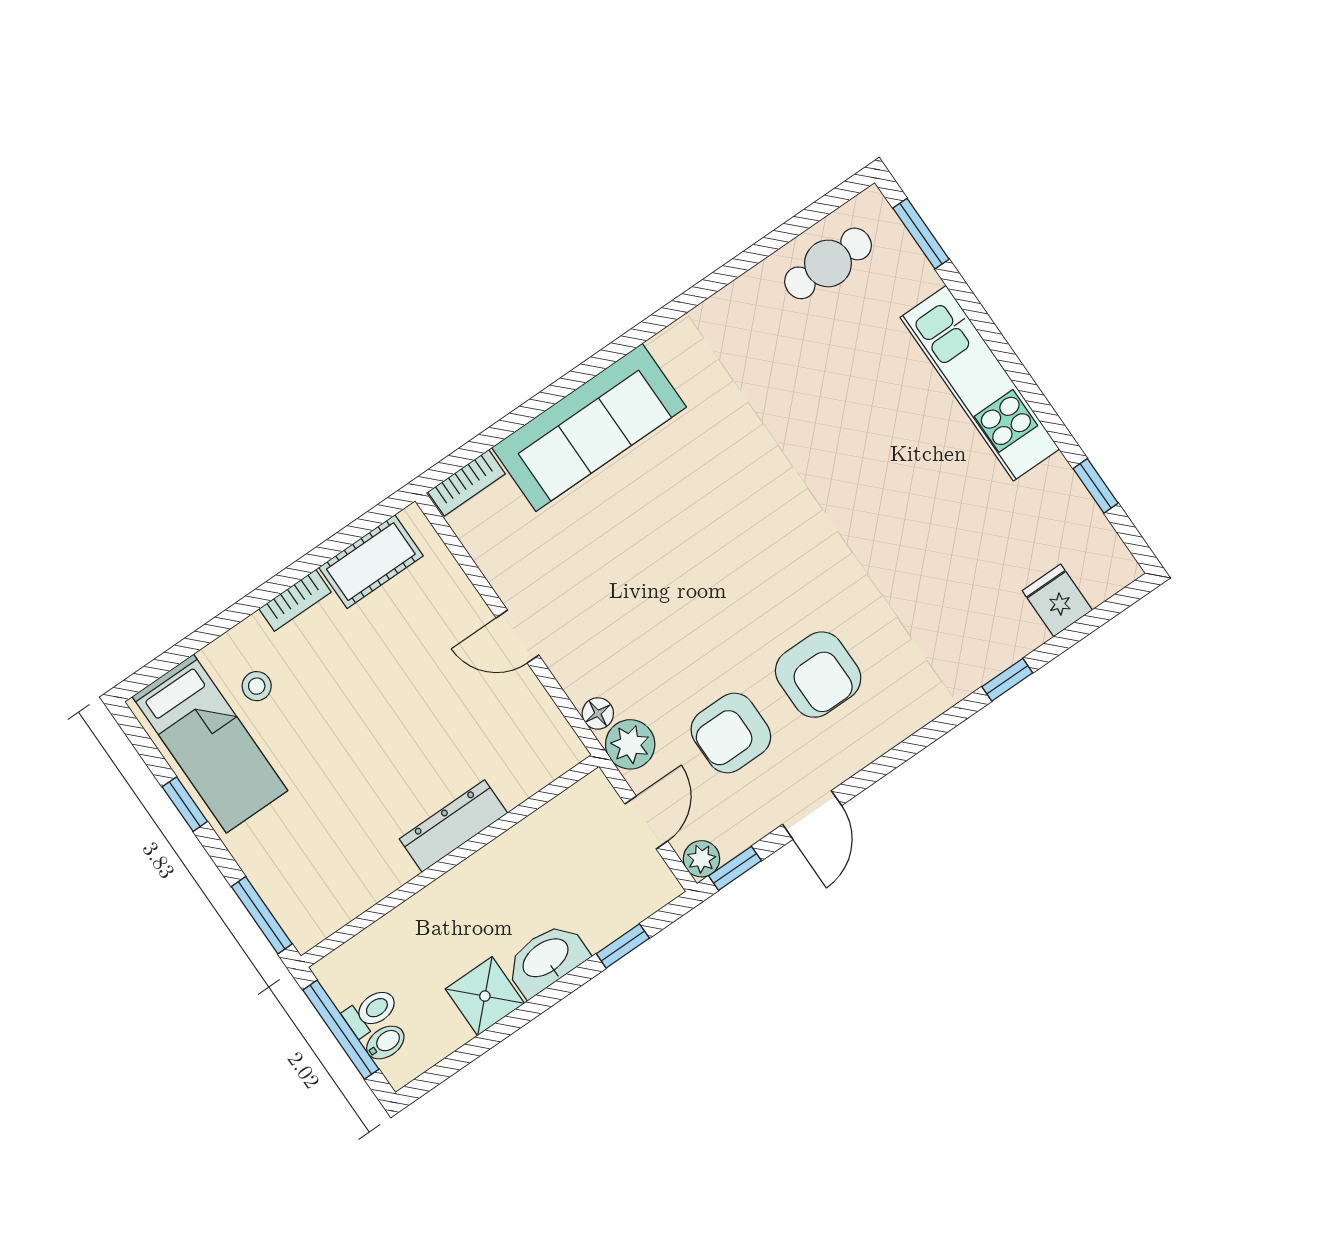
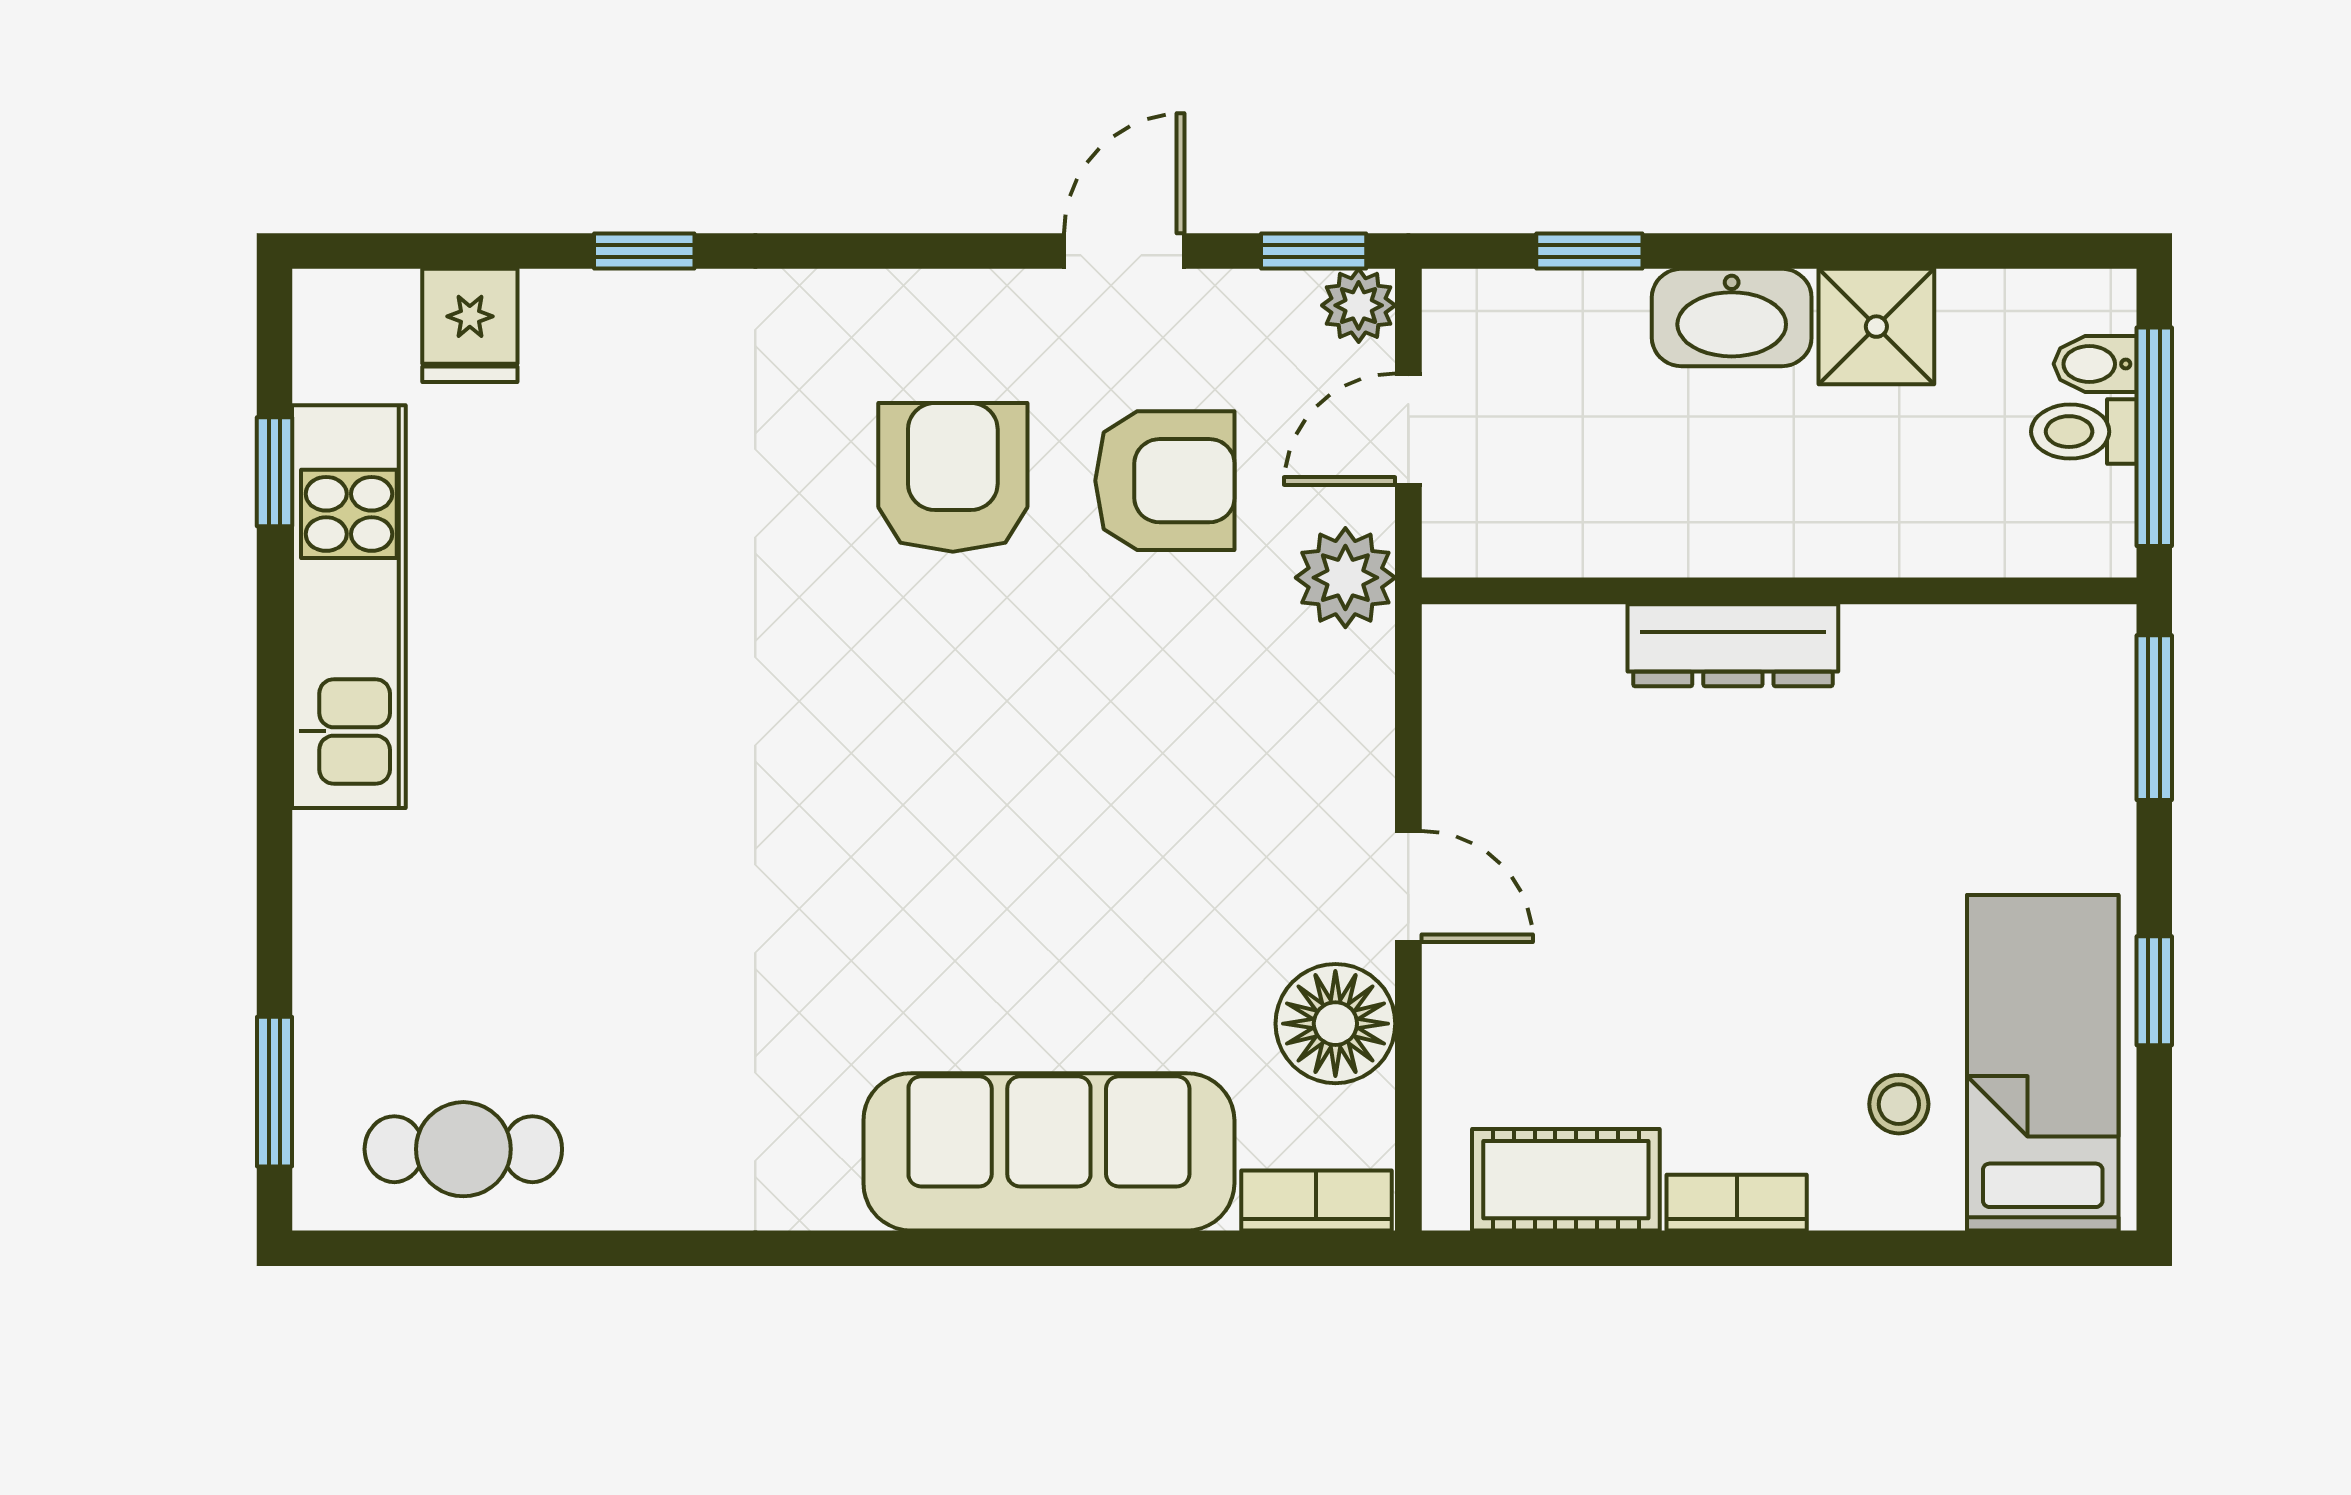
kitchen unit: (980, 383) -> (349, 607), moved
floor lamp: (598, 713) -> (1335, 1024), moved, width x1.89, depth x1.89

